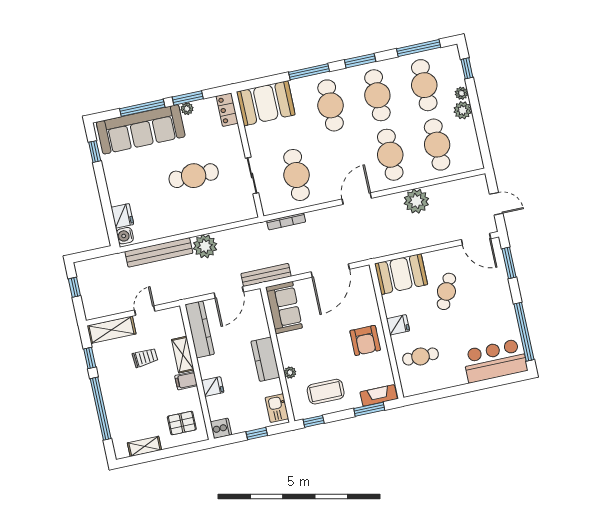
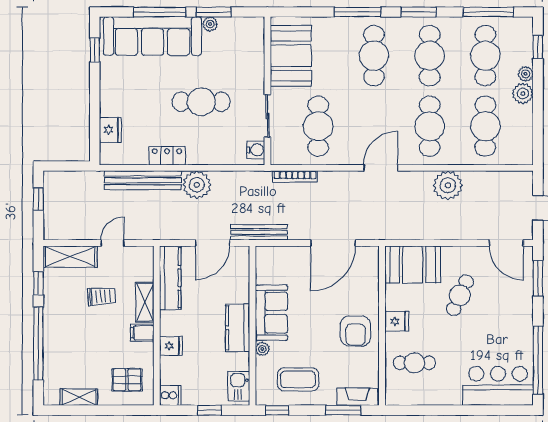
booth: (266, 103) -> (291, 56), moved, turned 90
locker: (227, 110) -> (167, 156), moved, turned 90
water cooler: (125, 236) -> (256, 150), moved, turned 180
sofa: (284, 308) -> (271, 313), moved

